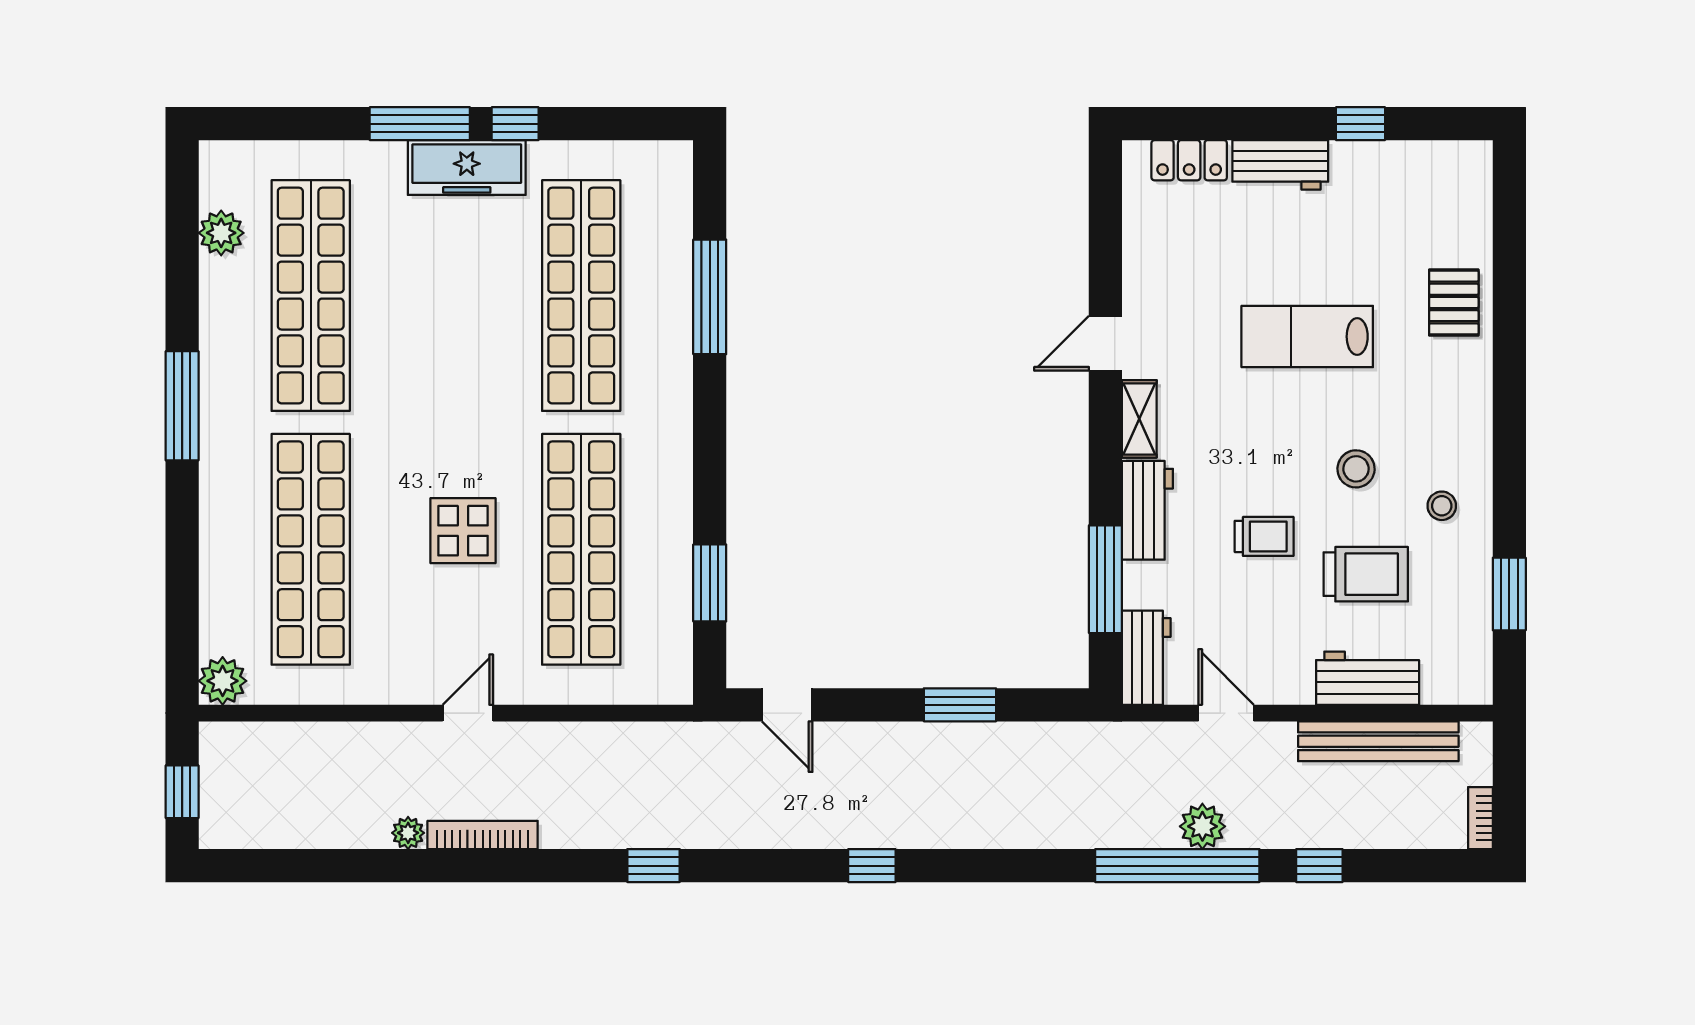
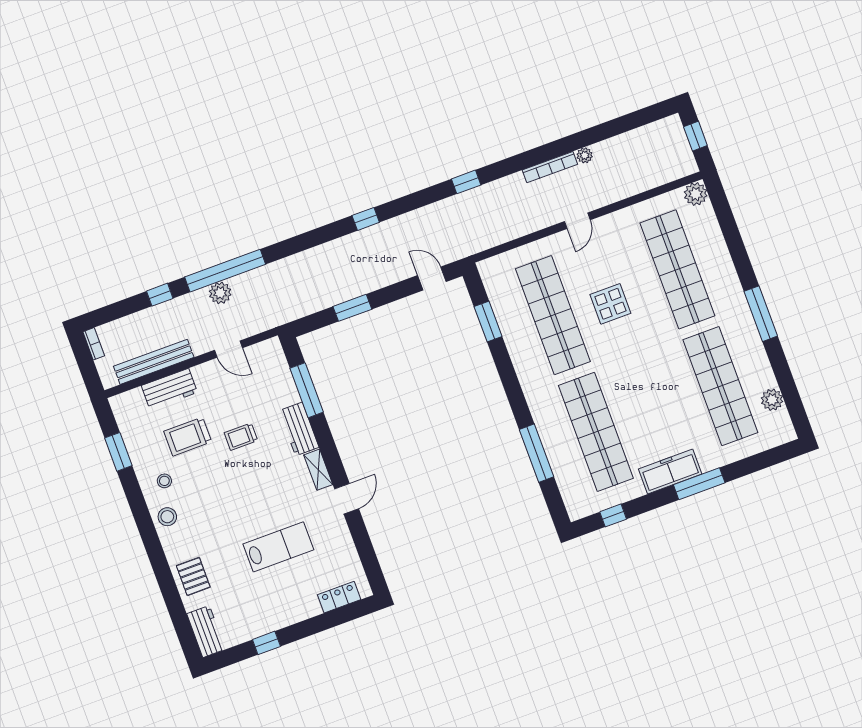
window: (515, 124) -> (613, 515), moved
workbench: (1280, 165) -> (206, 632), moved, turned 90
lab bench: (1307, 337) -> (278, 547), moved
stool: (1356, 469) -> (167, 517), moved
workbench: (1146, 658) -> (275, 361), removed

